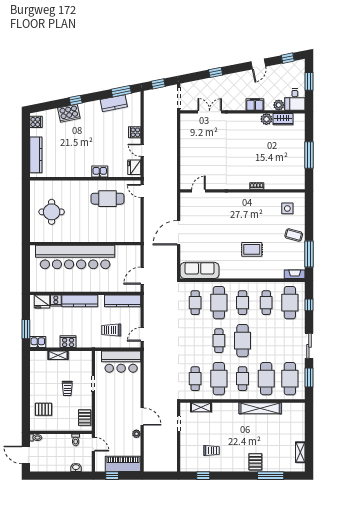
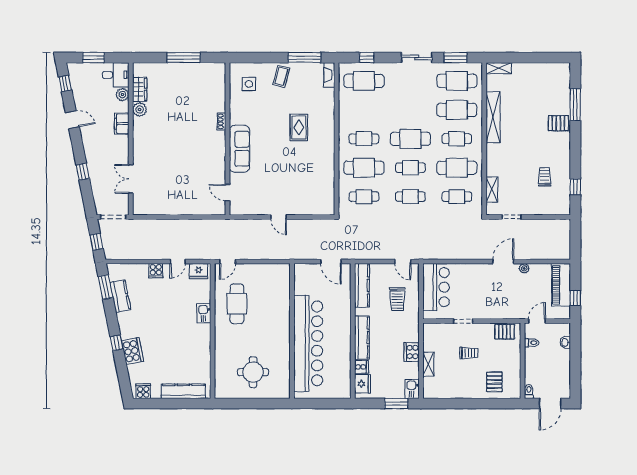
door: (179, 233) -> (278, 217), width x0.53
sofa: (200, 270) -> (239, 149), moved, turned 180
cafe table: (266, 303) -> (410, 197), moved
shelving: (300, 452) -> (499, 68), moved

